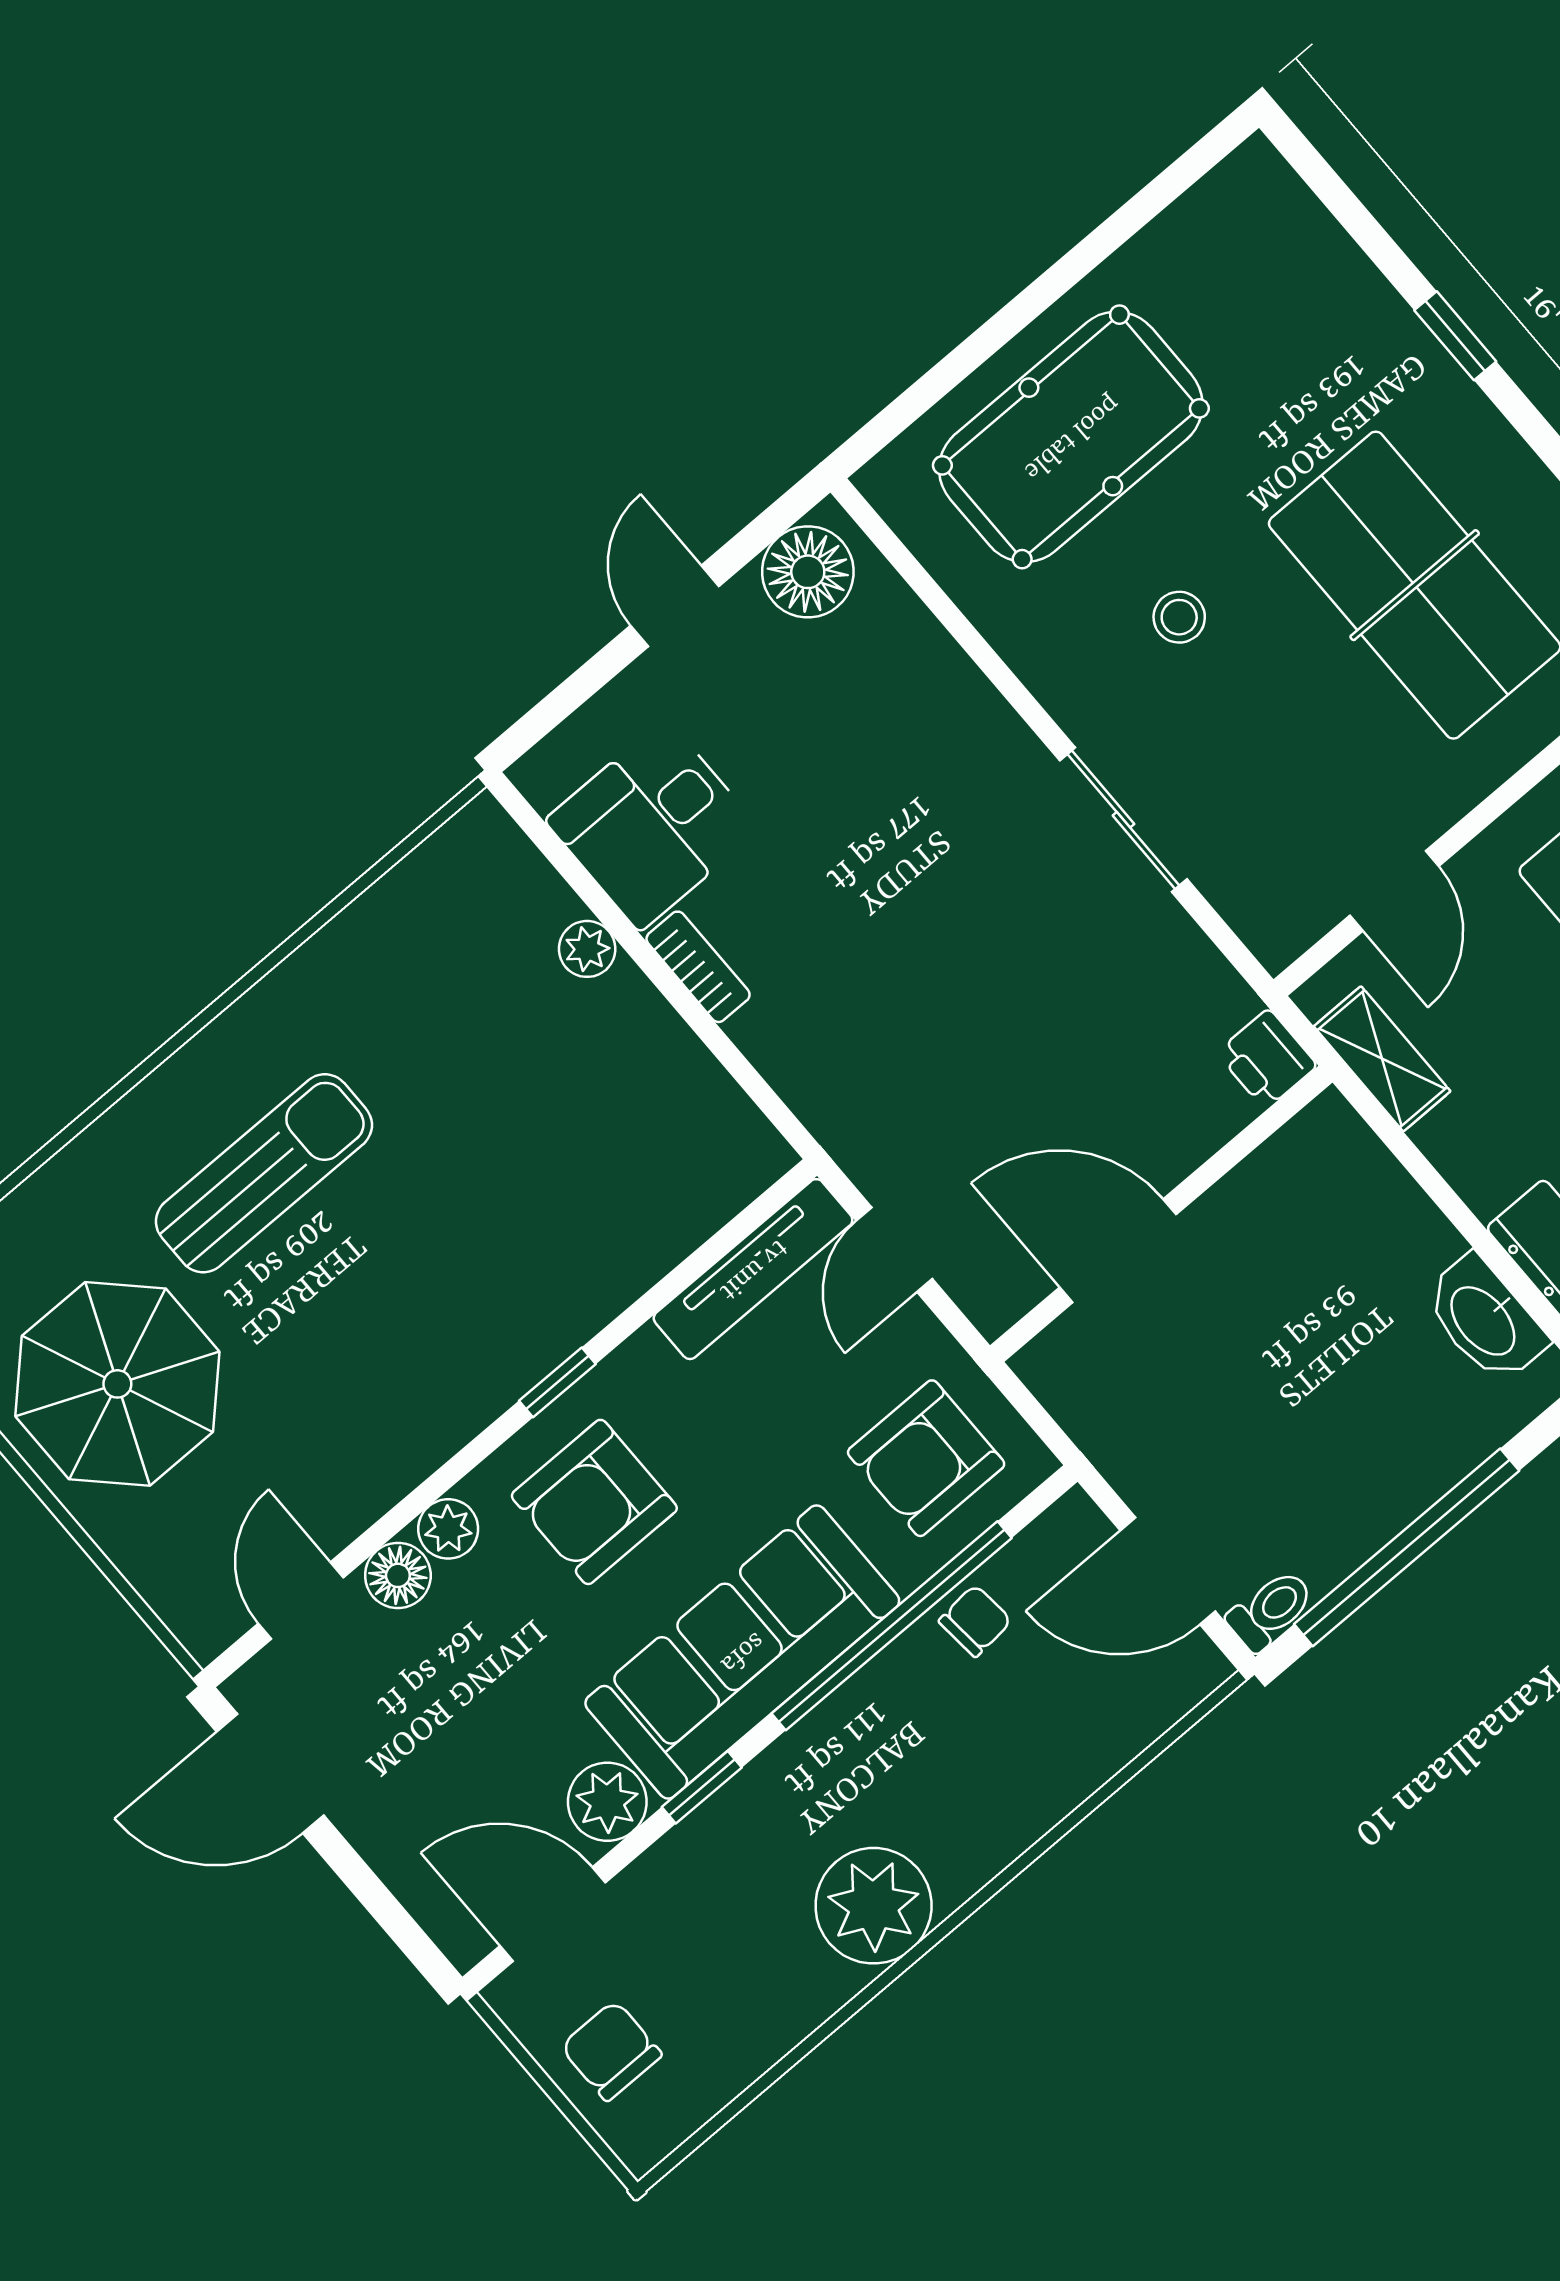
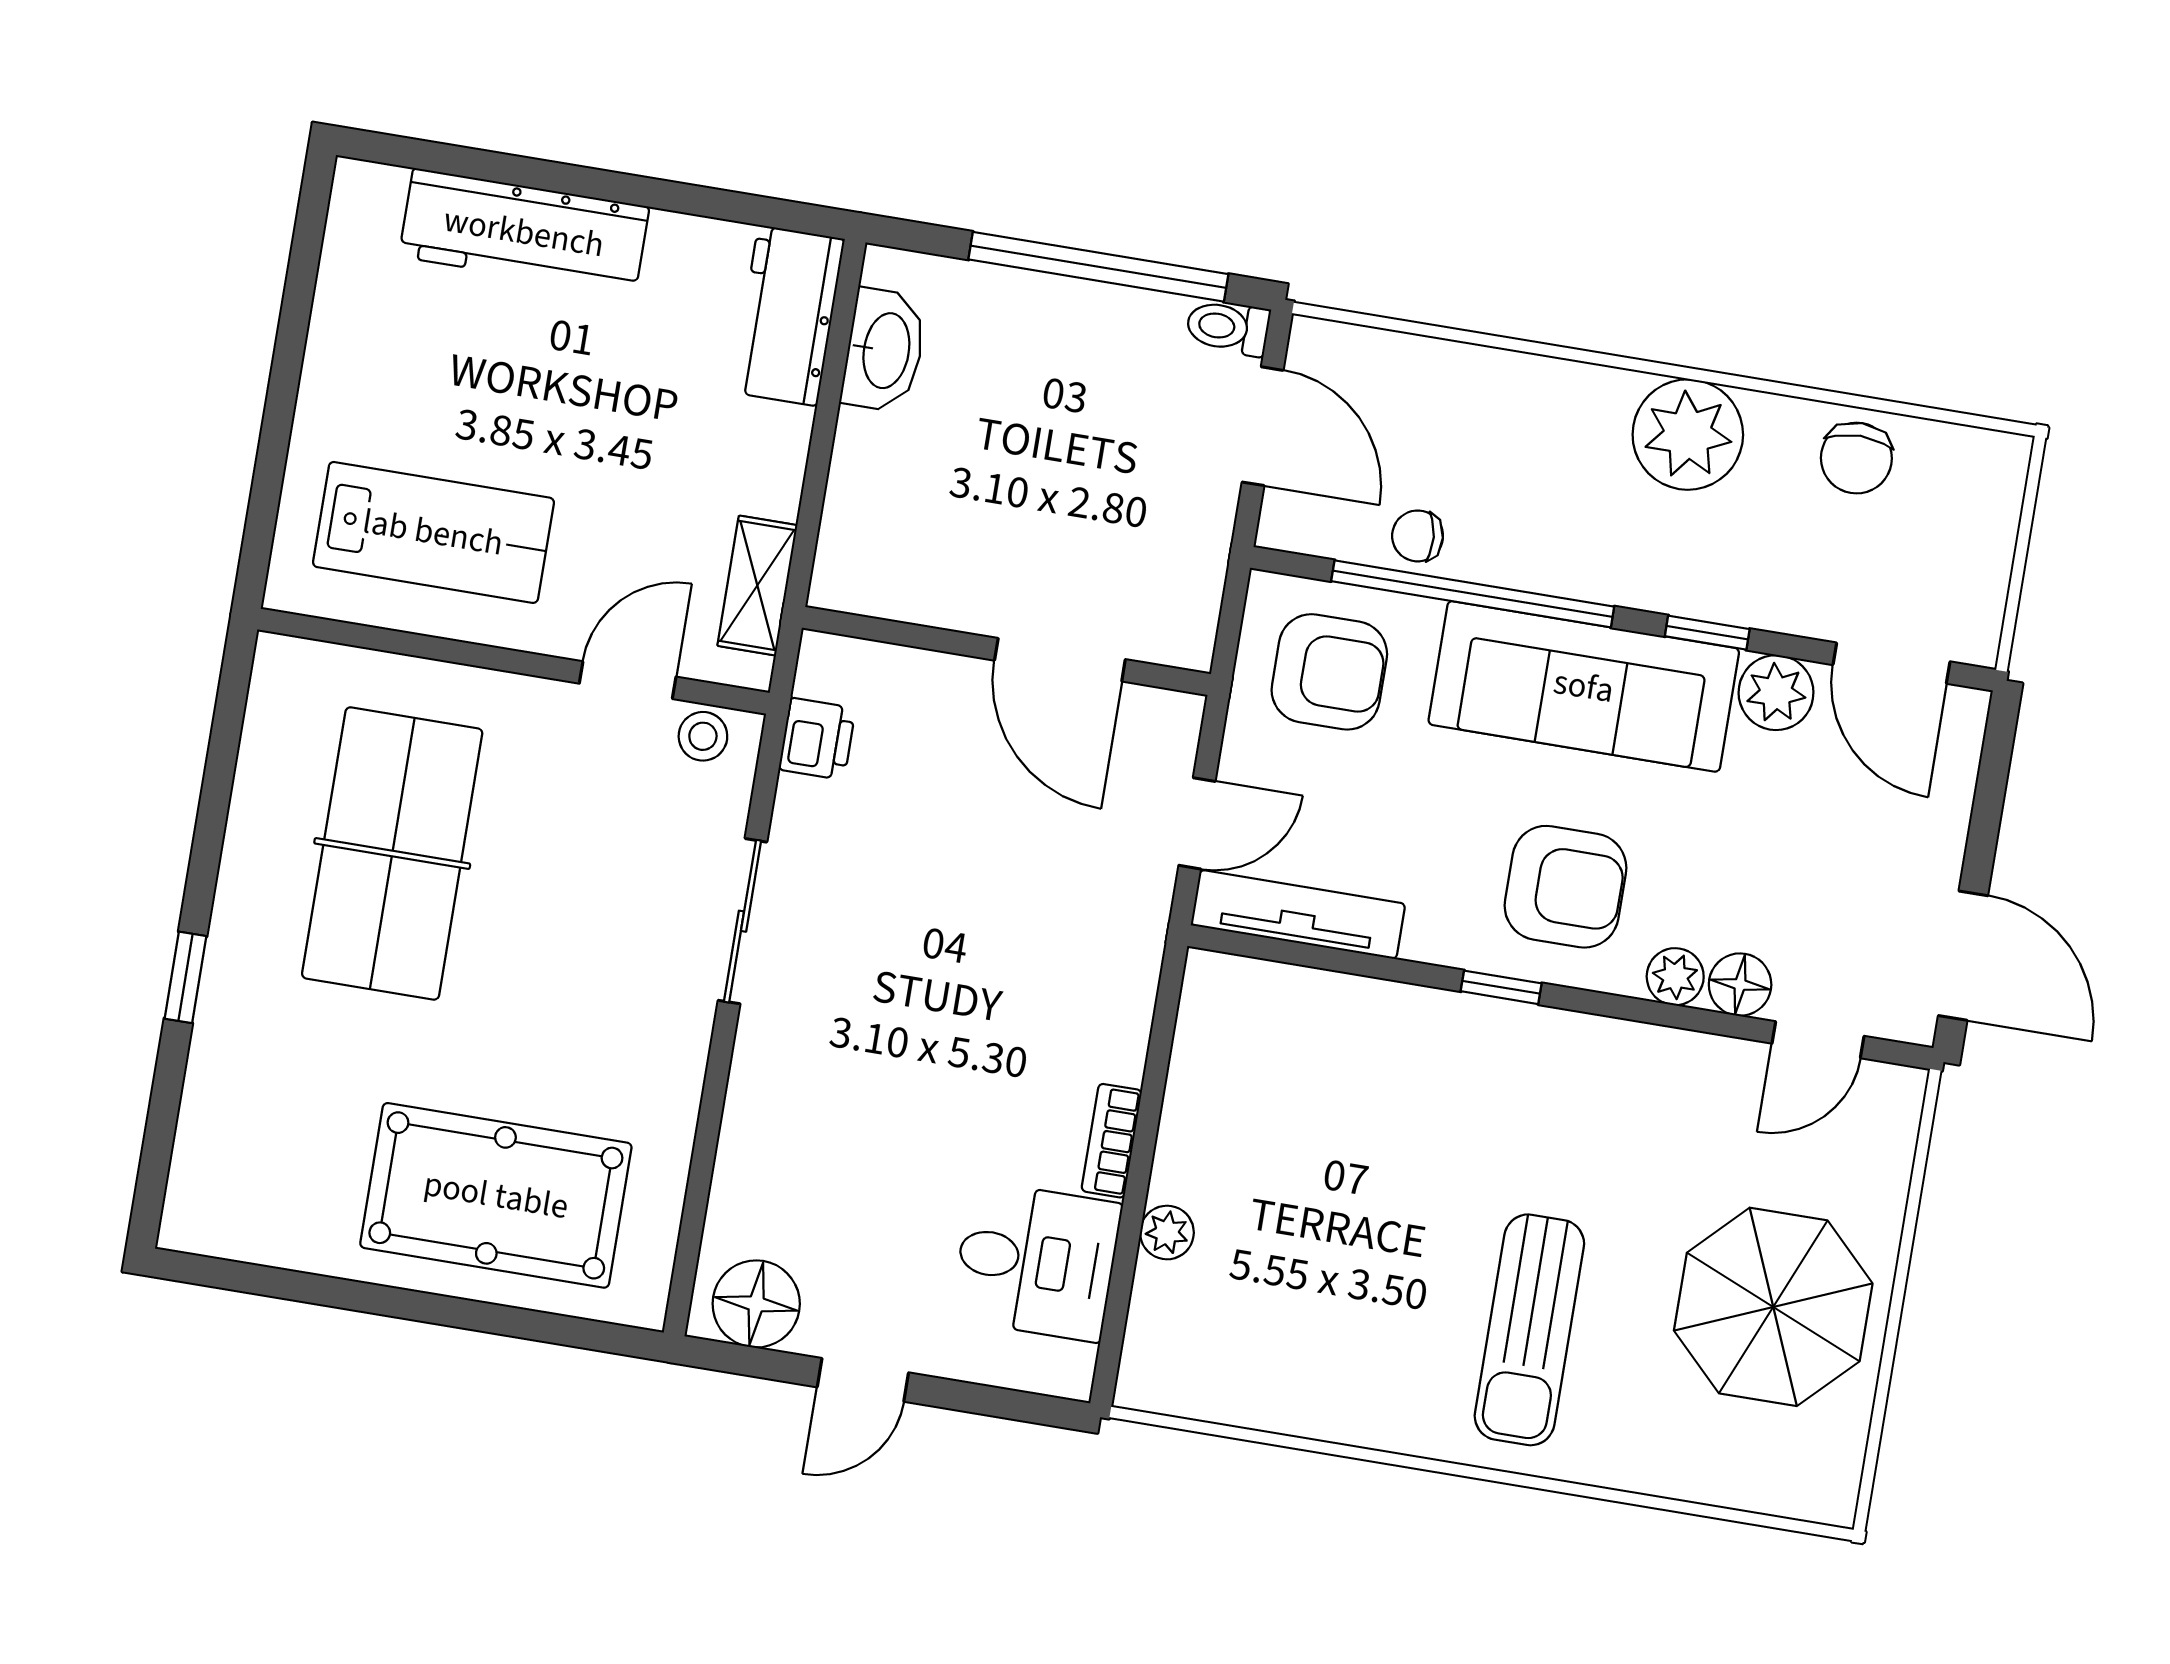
stool: (1179, 617) -> (703, 736), moved
printer: (1267, 1059) -> (817, 739), moved
sun lounger: (264, 1173) -> (1529, 1330), turned -90
chair: (611, 2051) -> (1856, 458), moved

